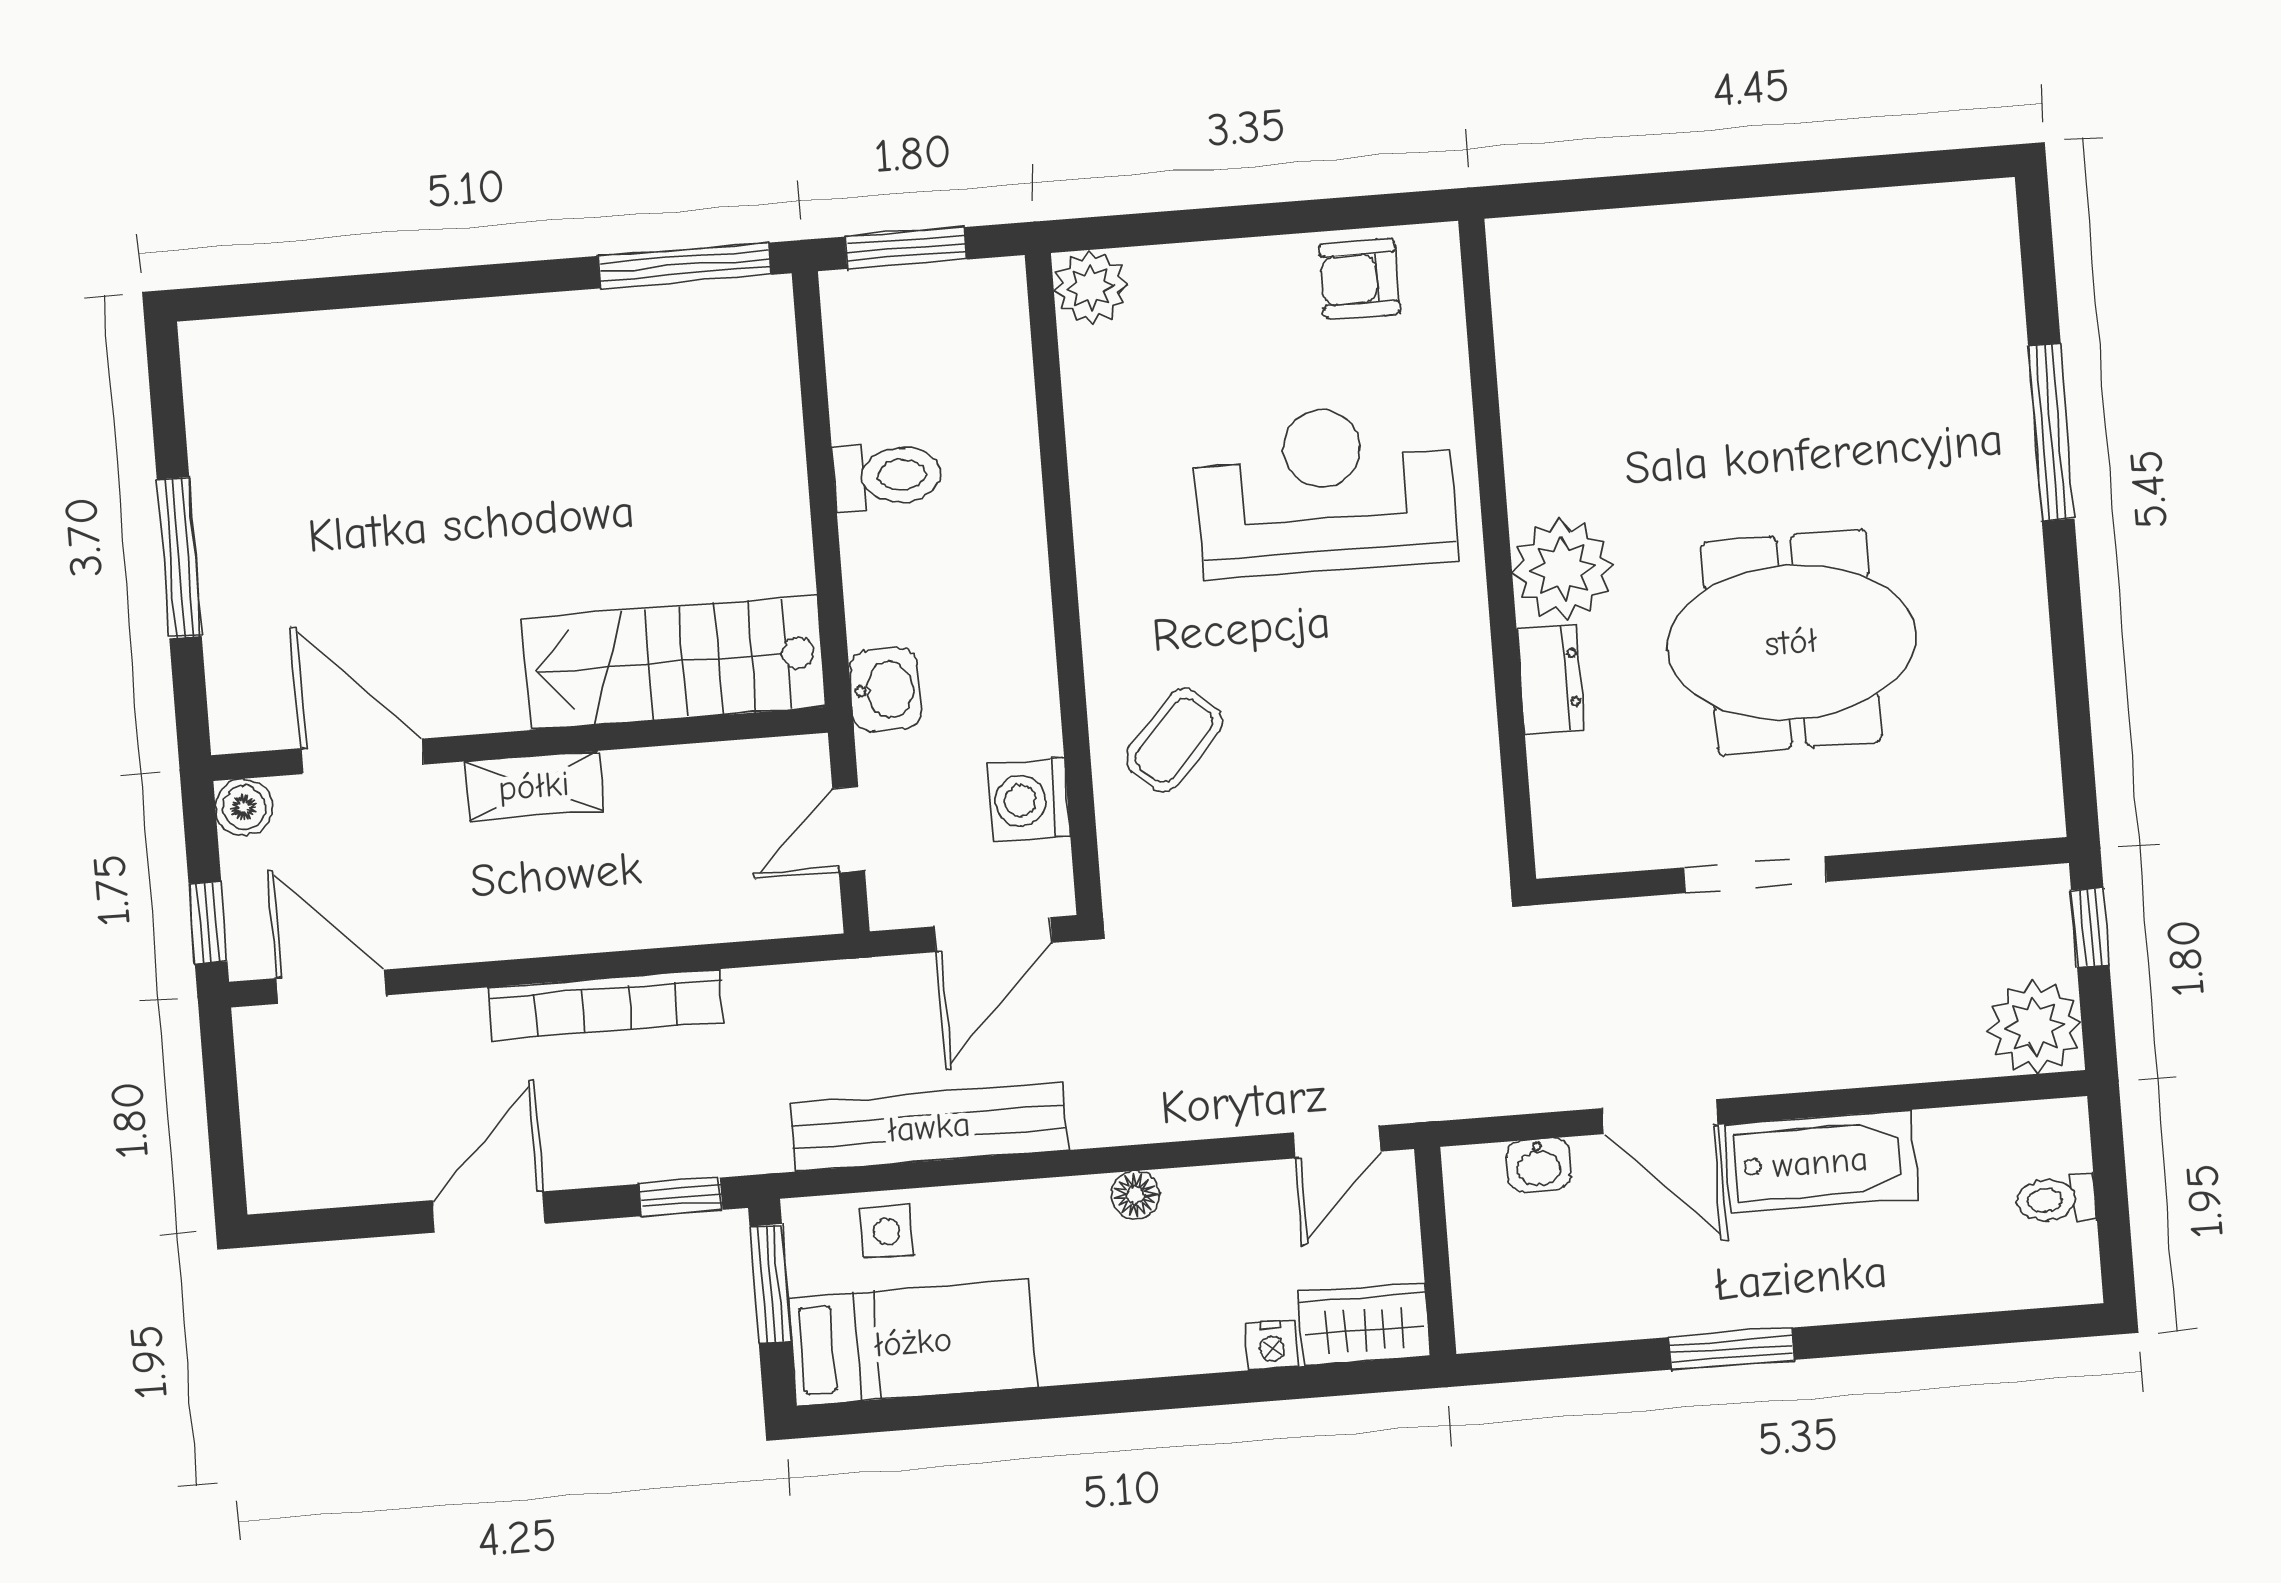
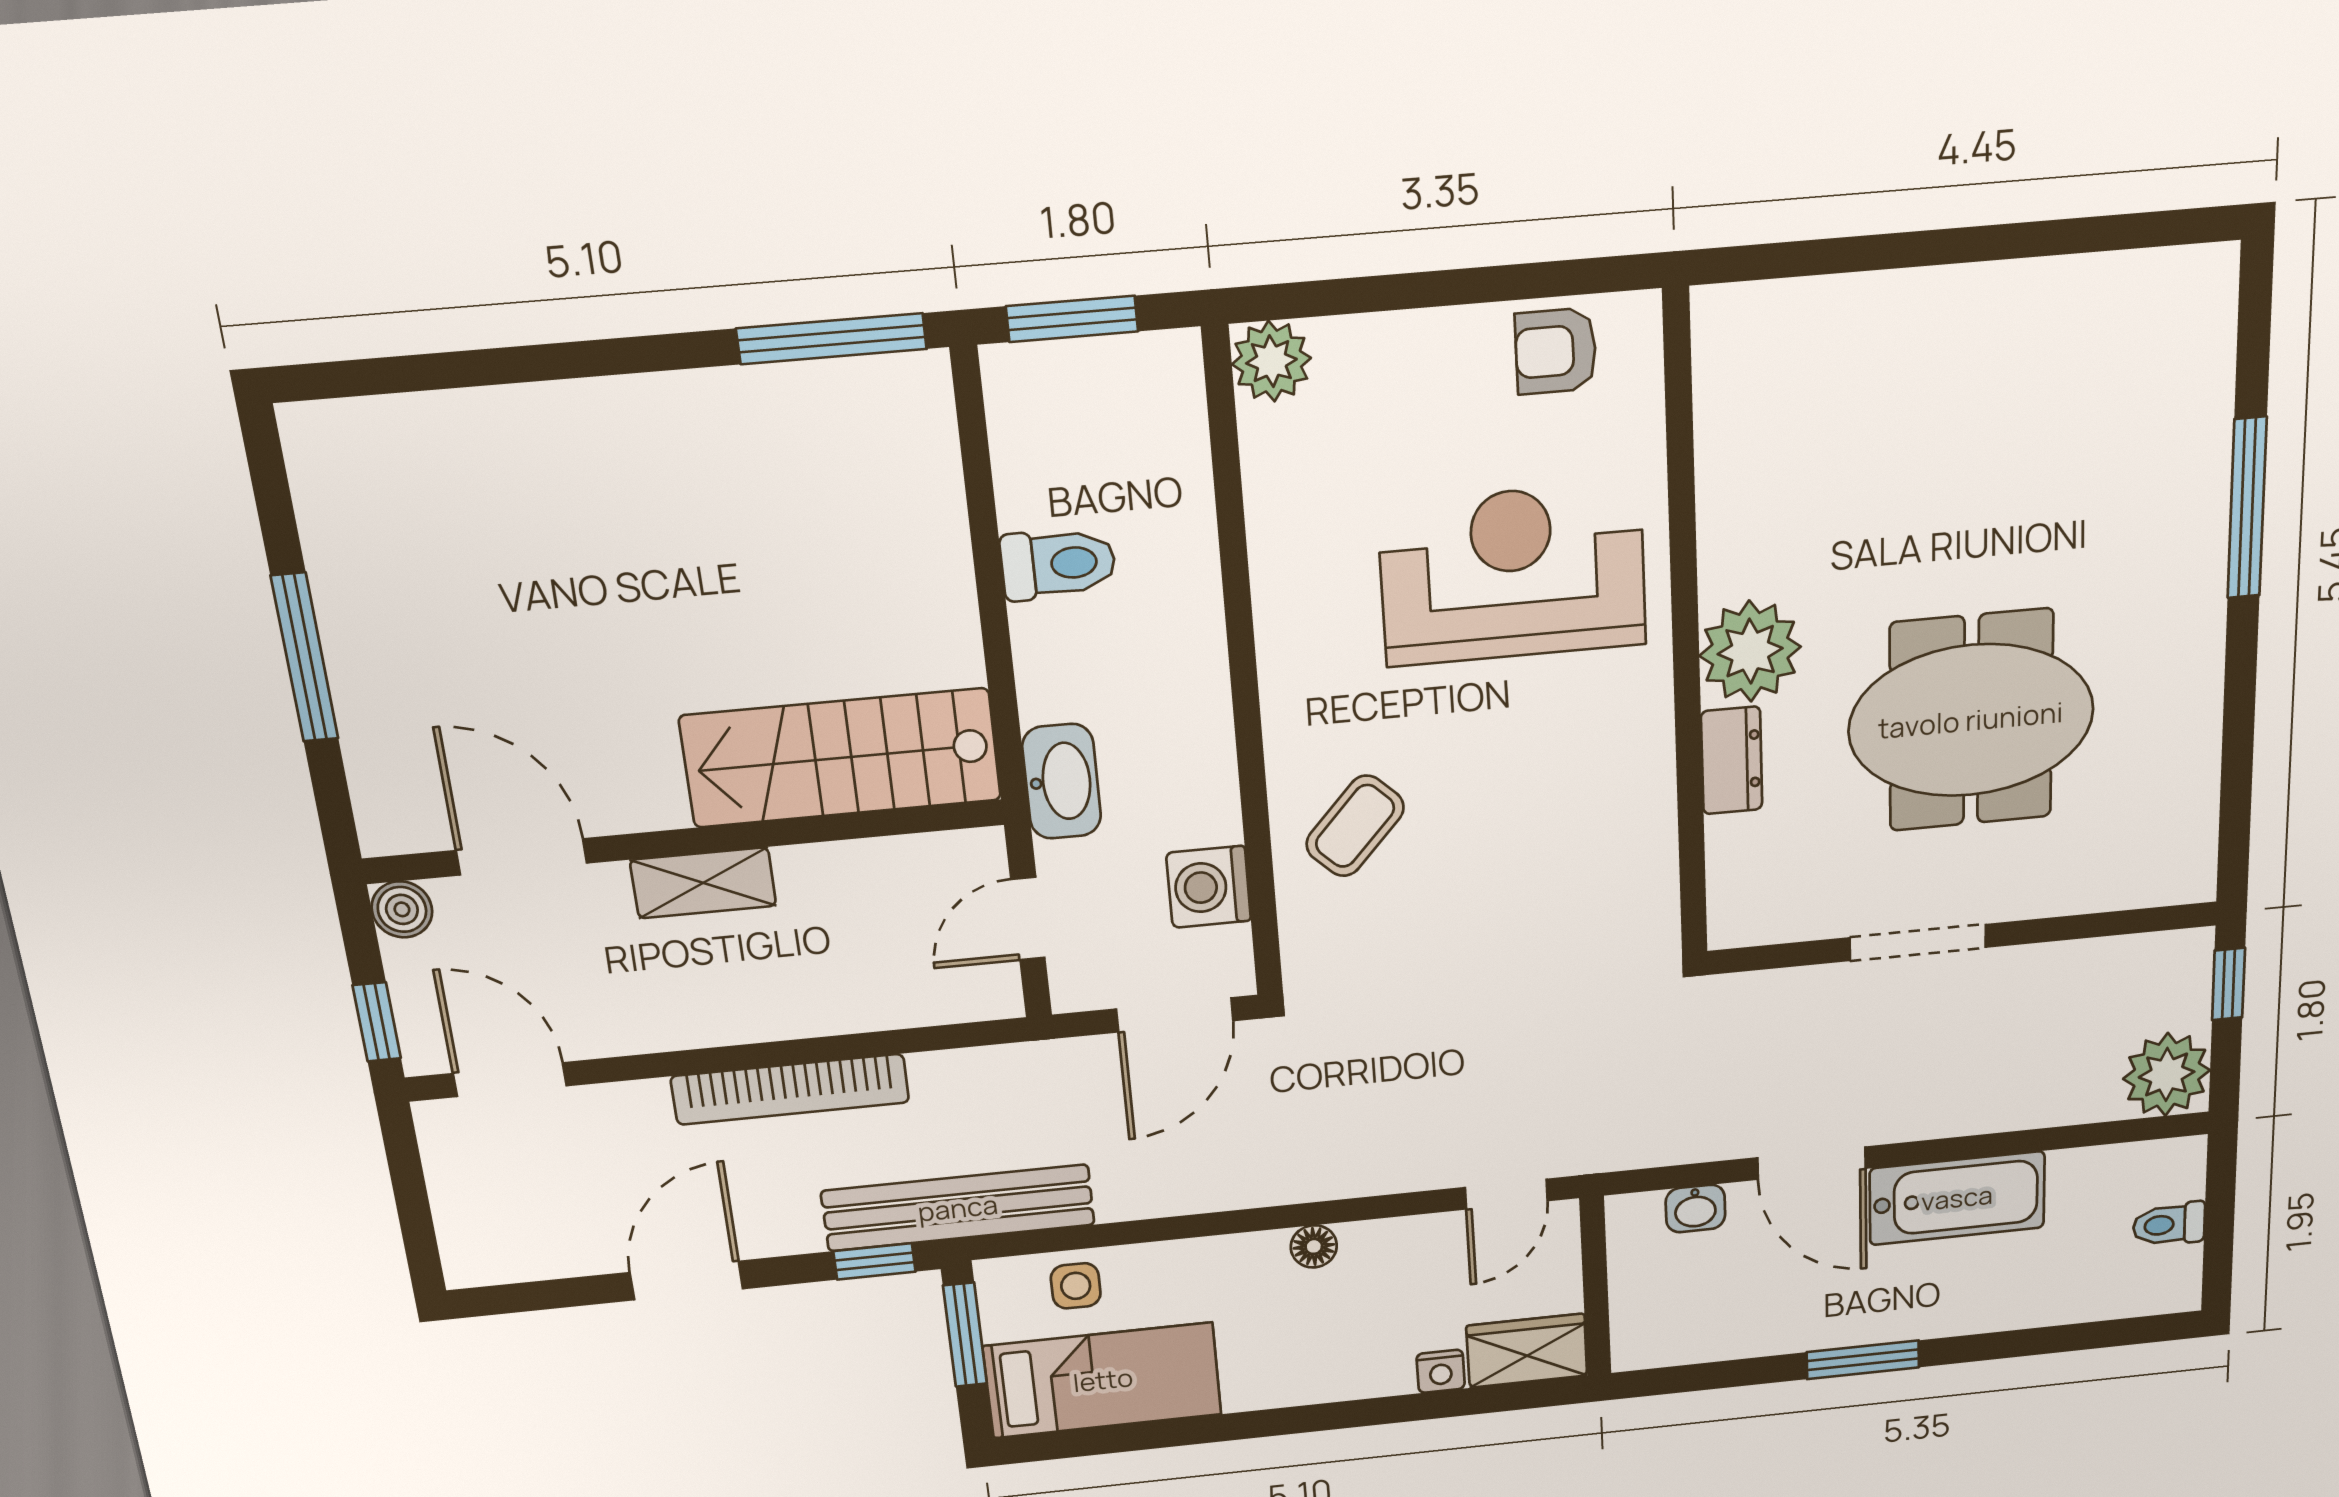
washbasin: (885, 690) -> (1062, 781), width x1.38
bench: (929, 1127) -> (958, 1208), moved

